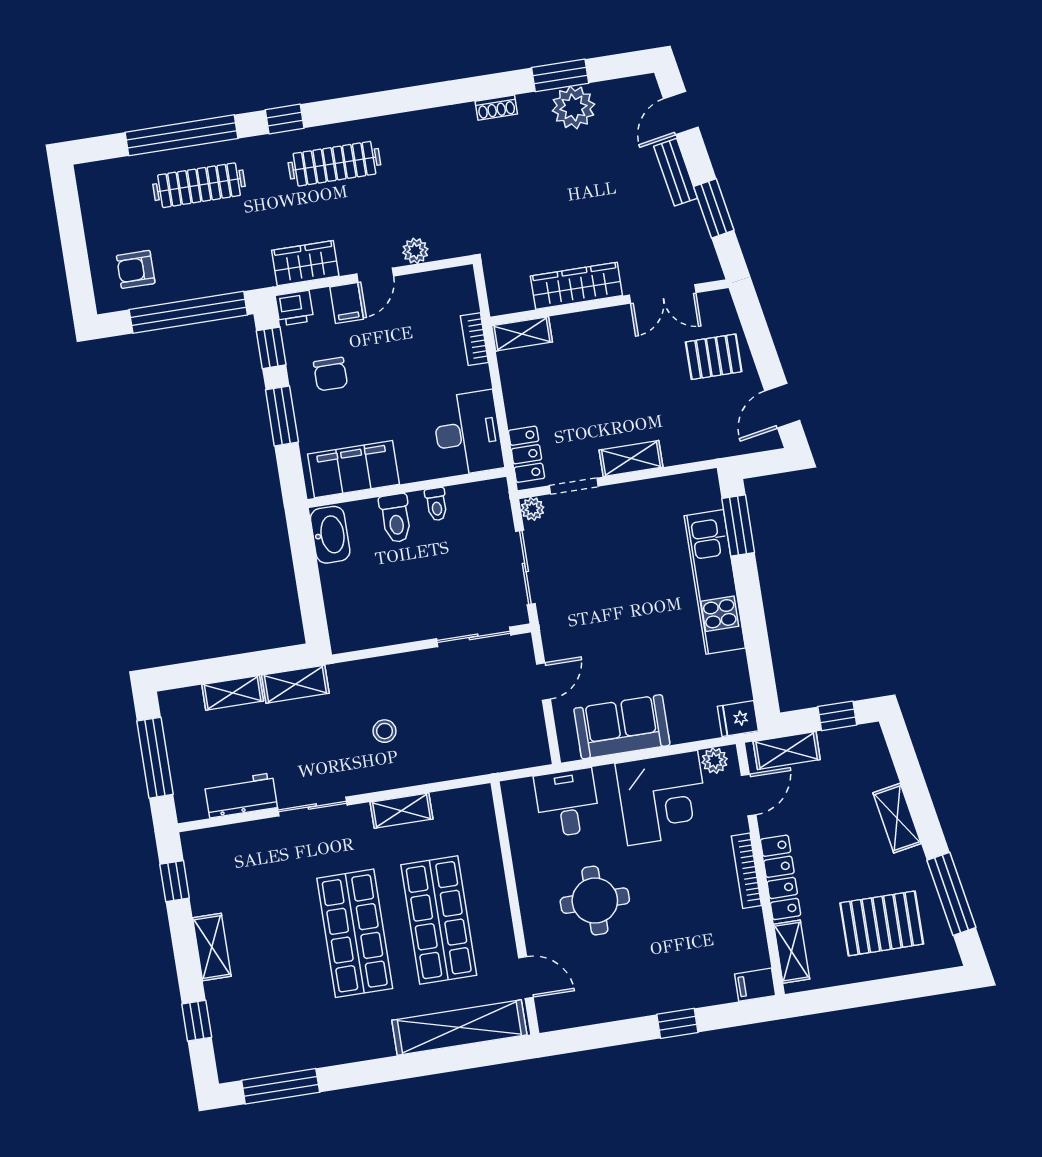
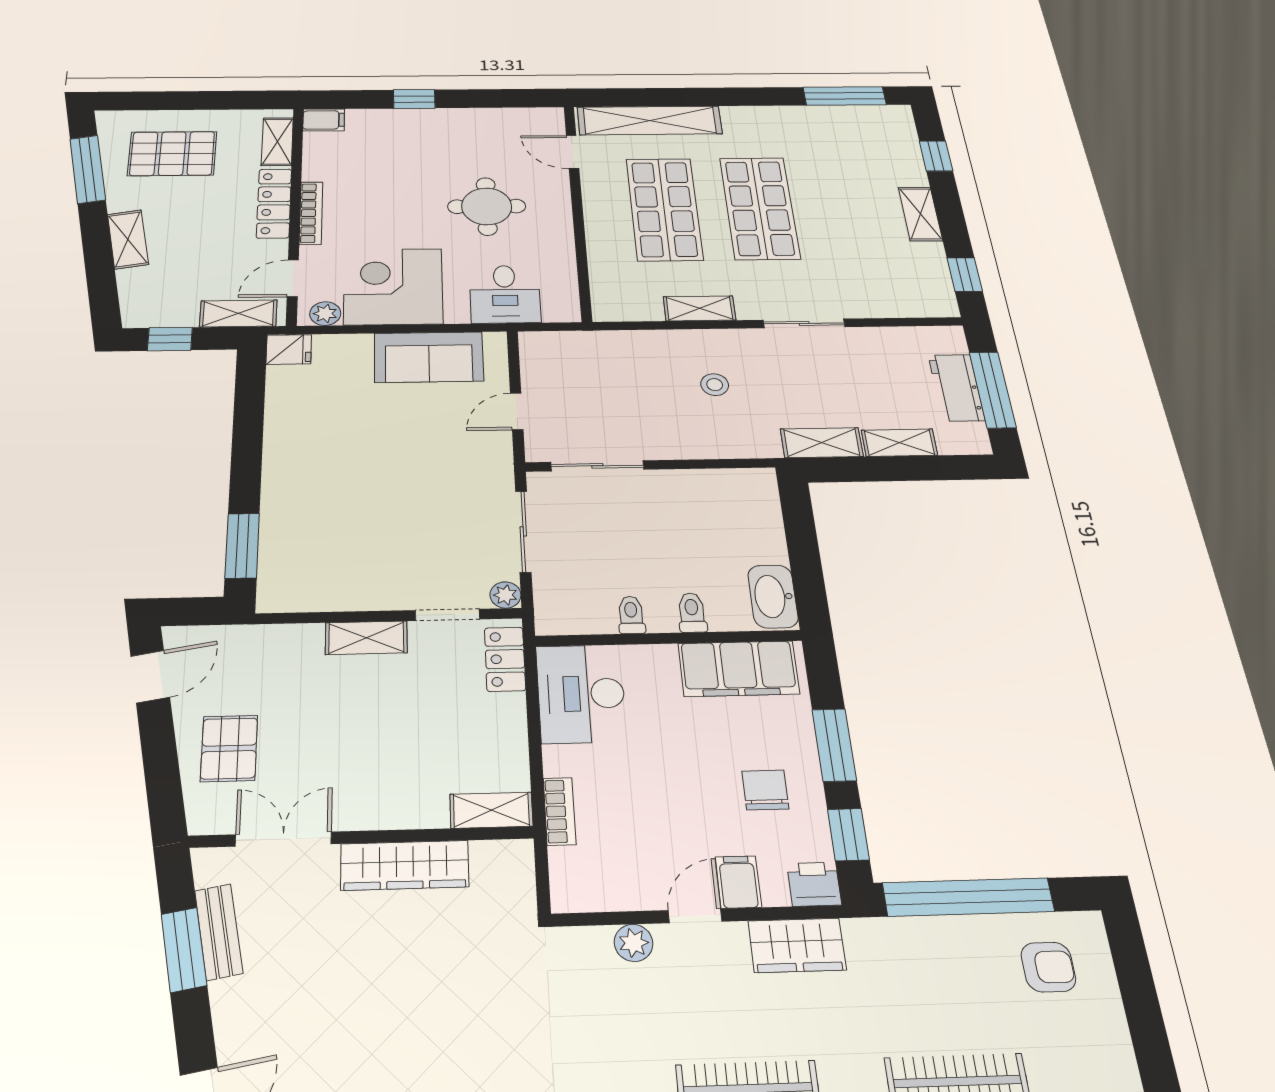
bench: (676, 172) -> (219, 932), moved
pallet: (714, 357) -> (229, 748), turned 90
toilet: (396, 518) -> (692, 613), width x0.73, depth x0.72
kitchen unit: (715, 582) -> (286, 489), removed
workbench: (241, 795) -> (956, 388), moved, turned 90

